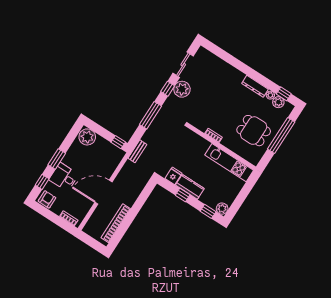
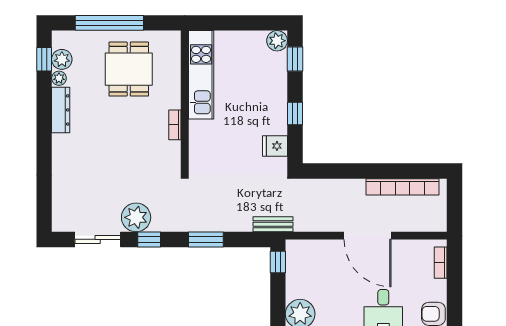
window: (151, 115) -> (206, 239), width x0.69
kitchen counter: (190, 187) -> (276, 111), removed

